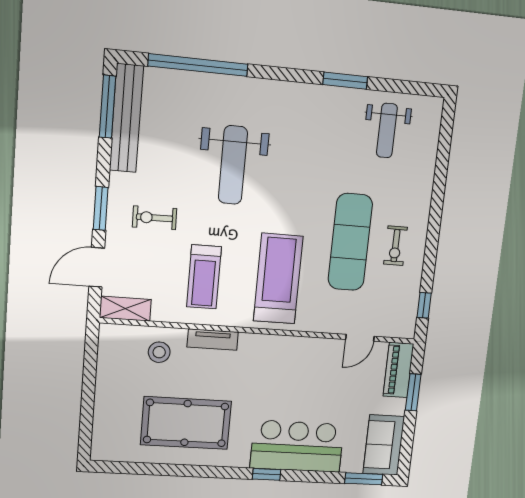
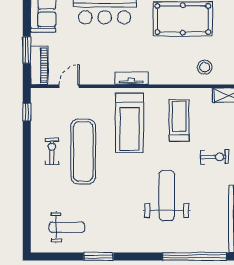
weight bench: (387, 131) -> (67, 227), turned 90
tv unit: (213, 339) -> (131, 78), moved

